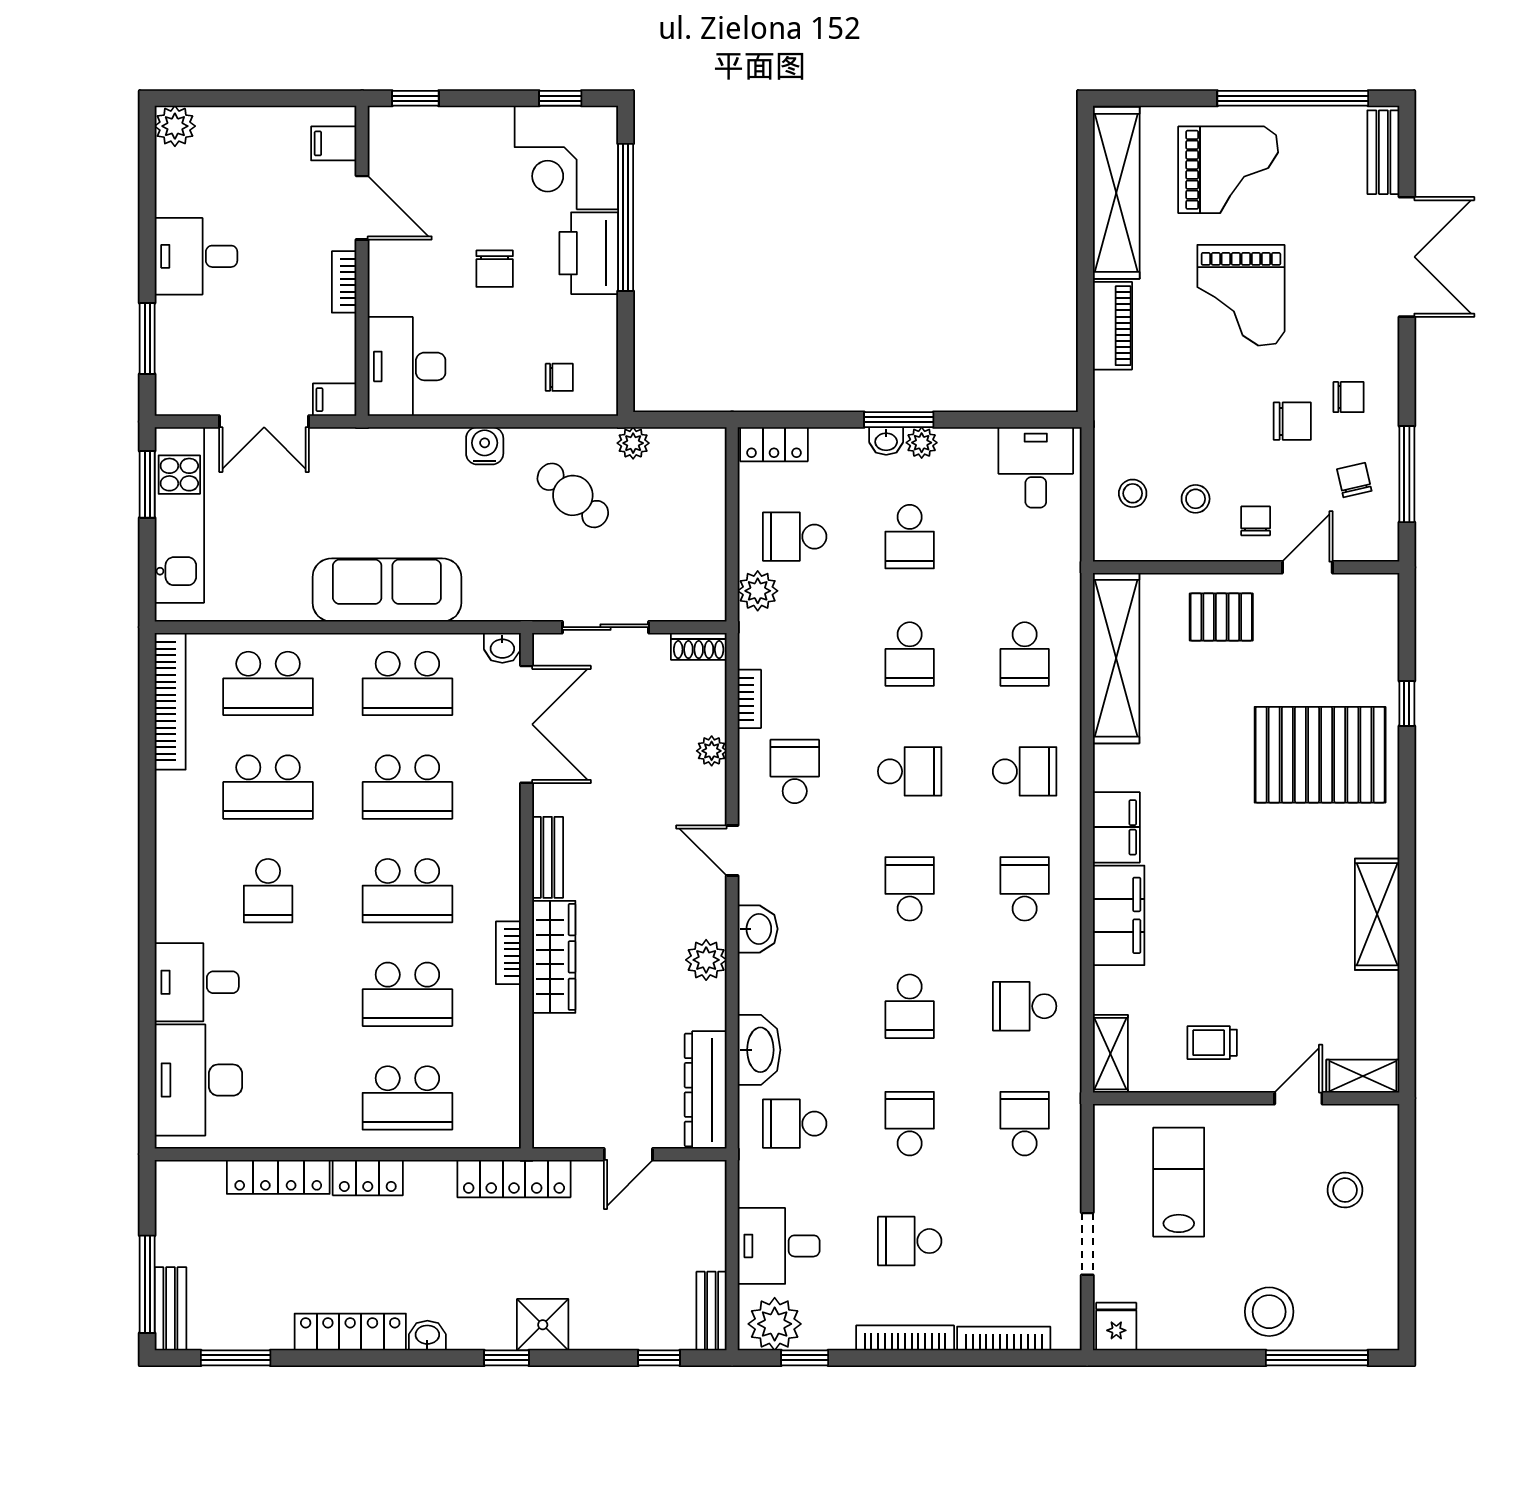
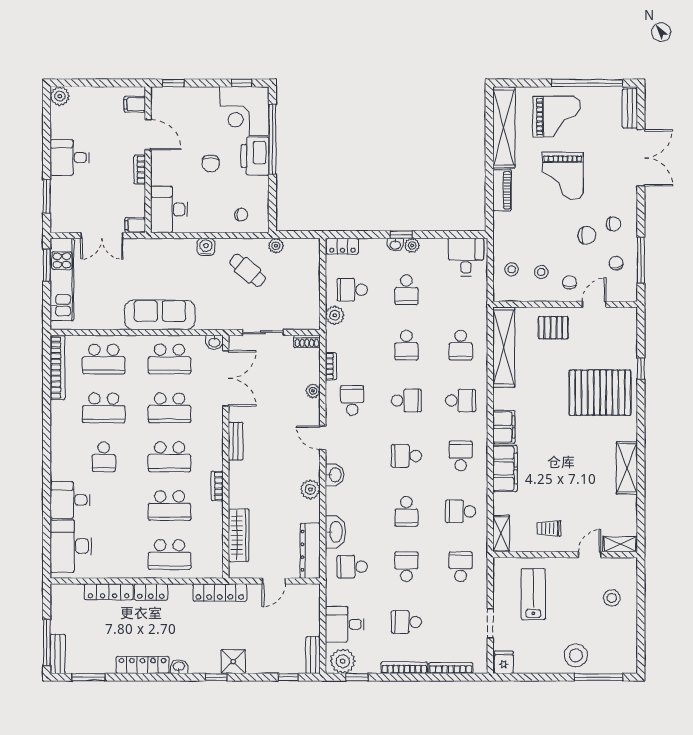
window: (899, 420) -> (401, 235), width x0.67
school desk: (910, 889) -> (406, 456), turned -90
wardrobe: (554, 957) -> (239, 535), moved

